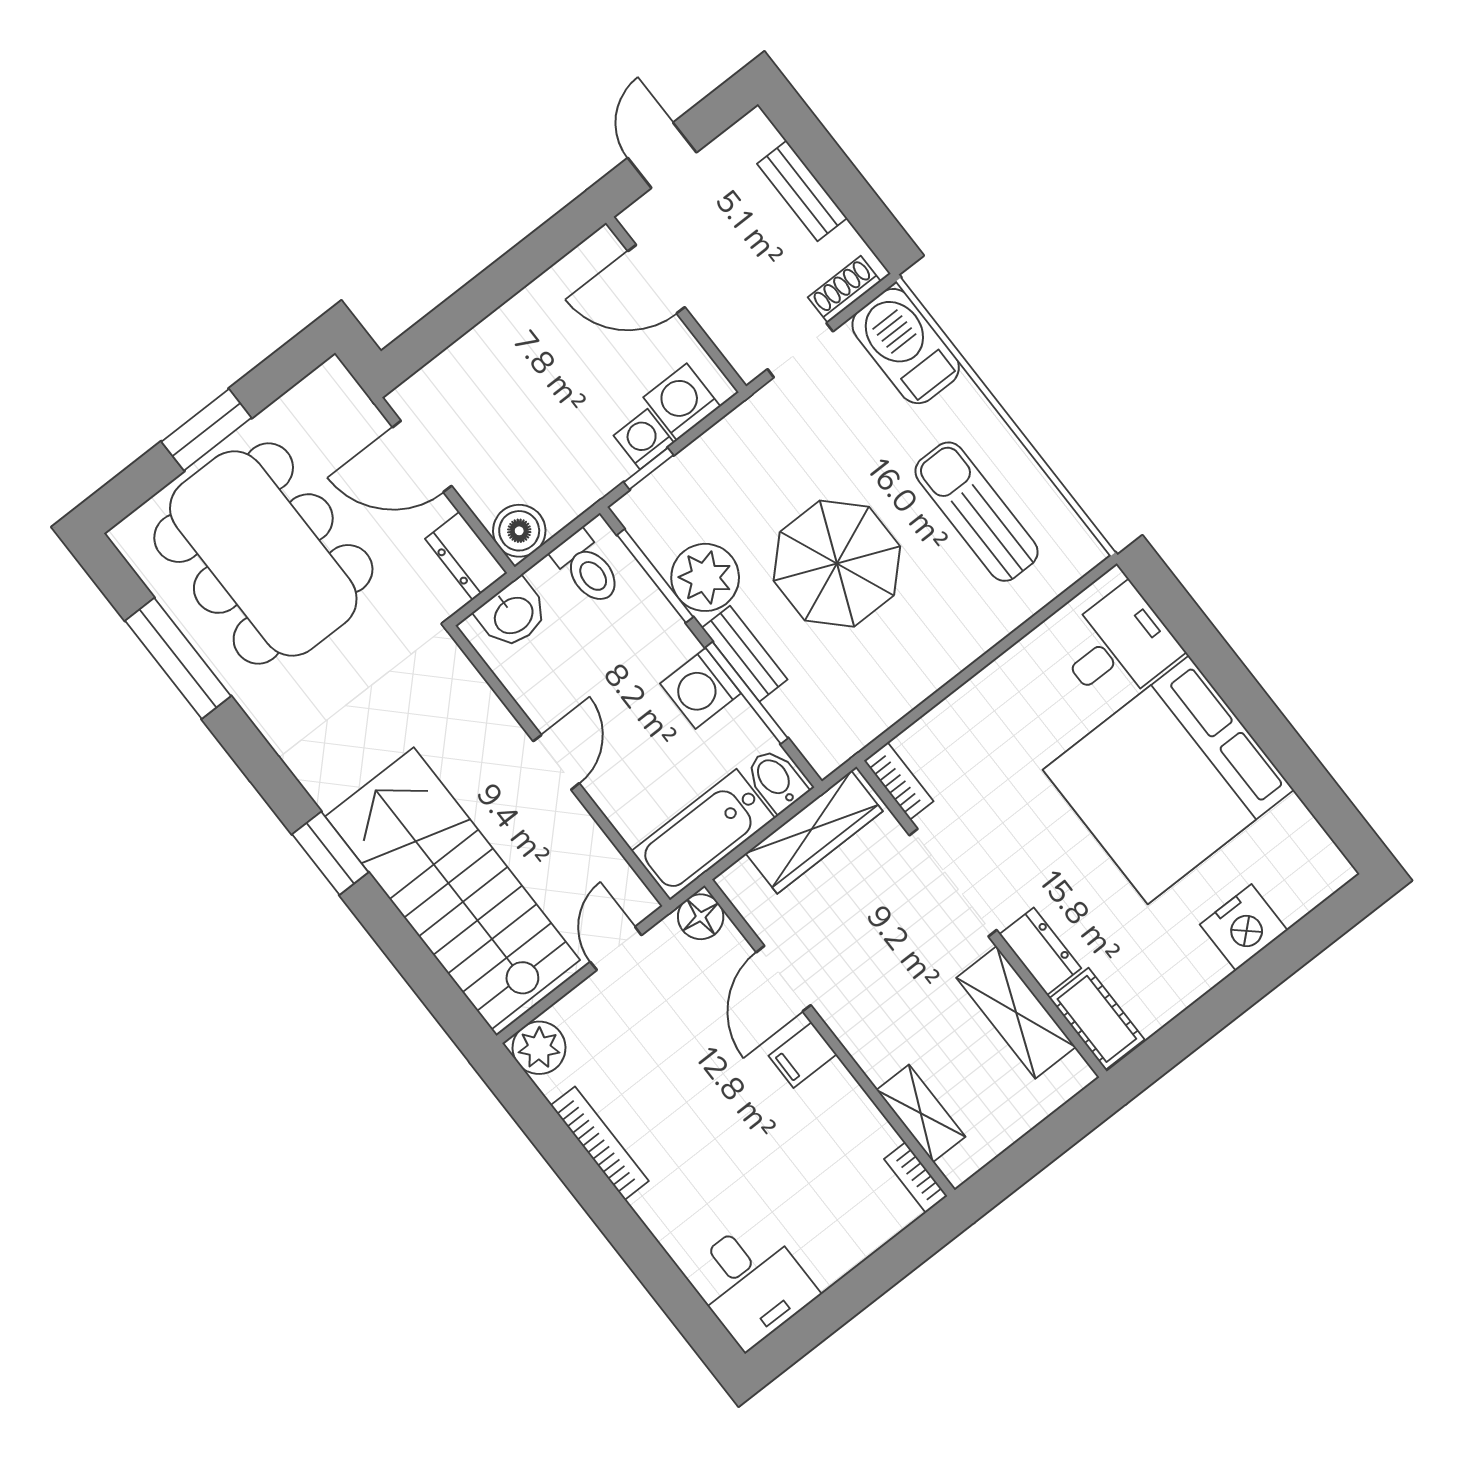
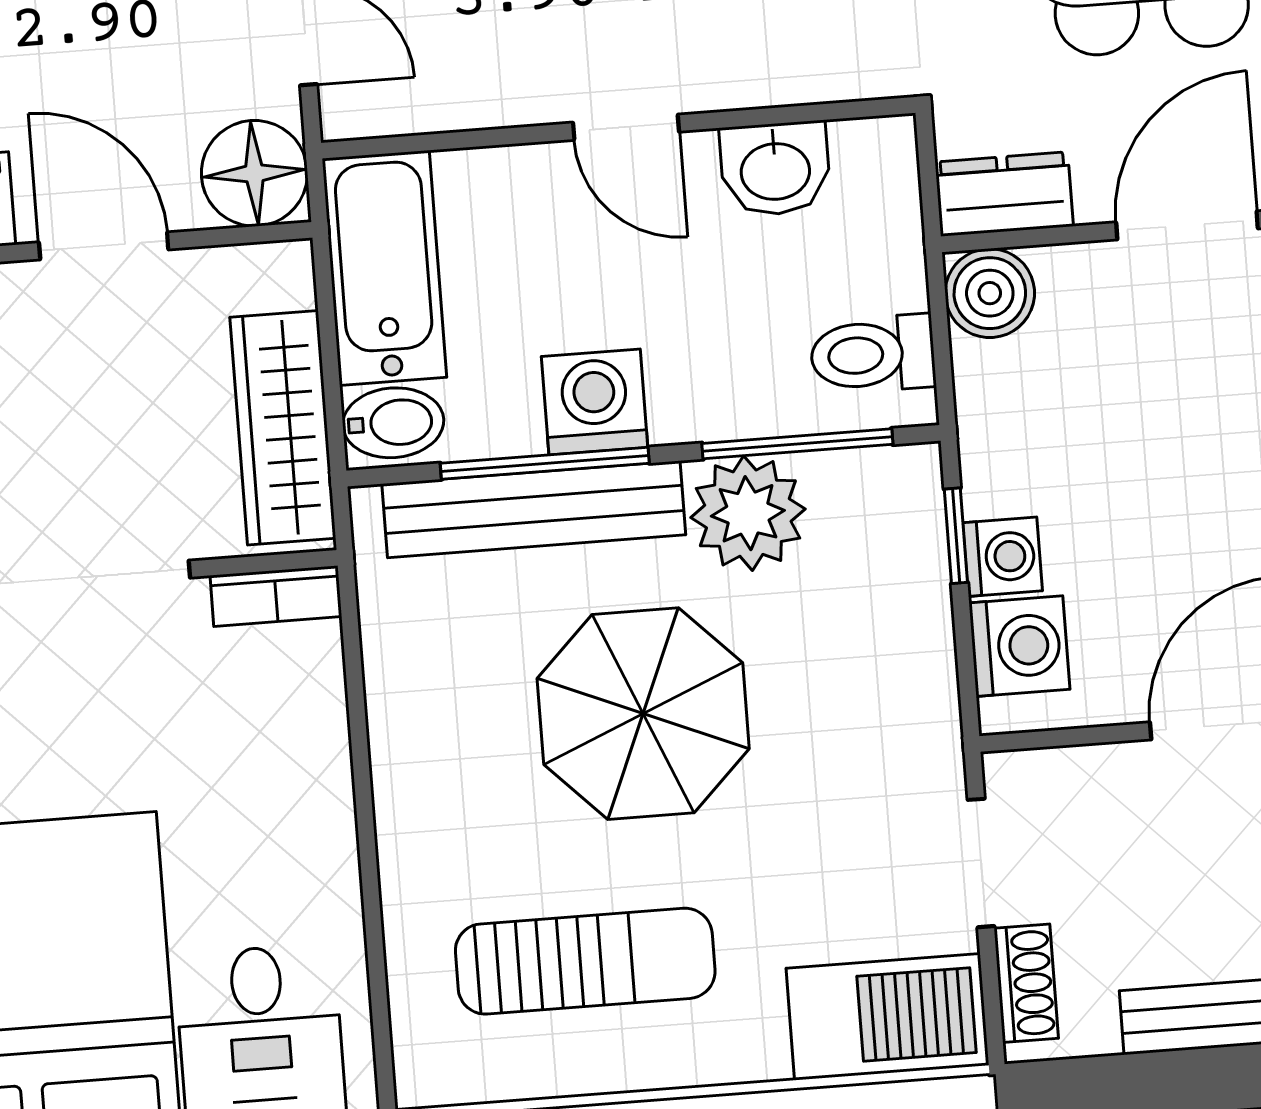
washbasin: (513, 614) -> (775, 169), moved, turned -90
bench: (745, 654) -> (534, 509), width x1.86, depth x1.21
floor lamp: (701, 917) -> (254, 173), width x1.38, depth x1.38

